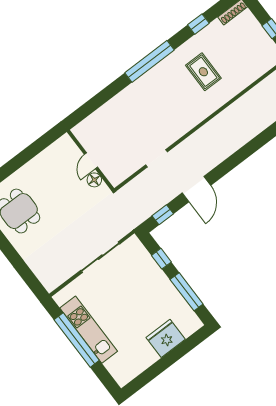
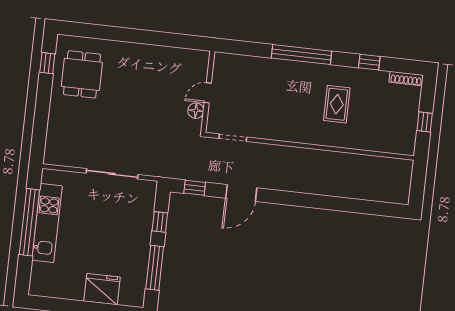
wall: (90, 160) -> (208, 92), moved
door: (91, 161) -> (208, 93), moved
floor lamp: (94, 180) -> (196, 111), moved

